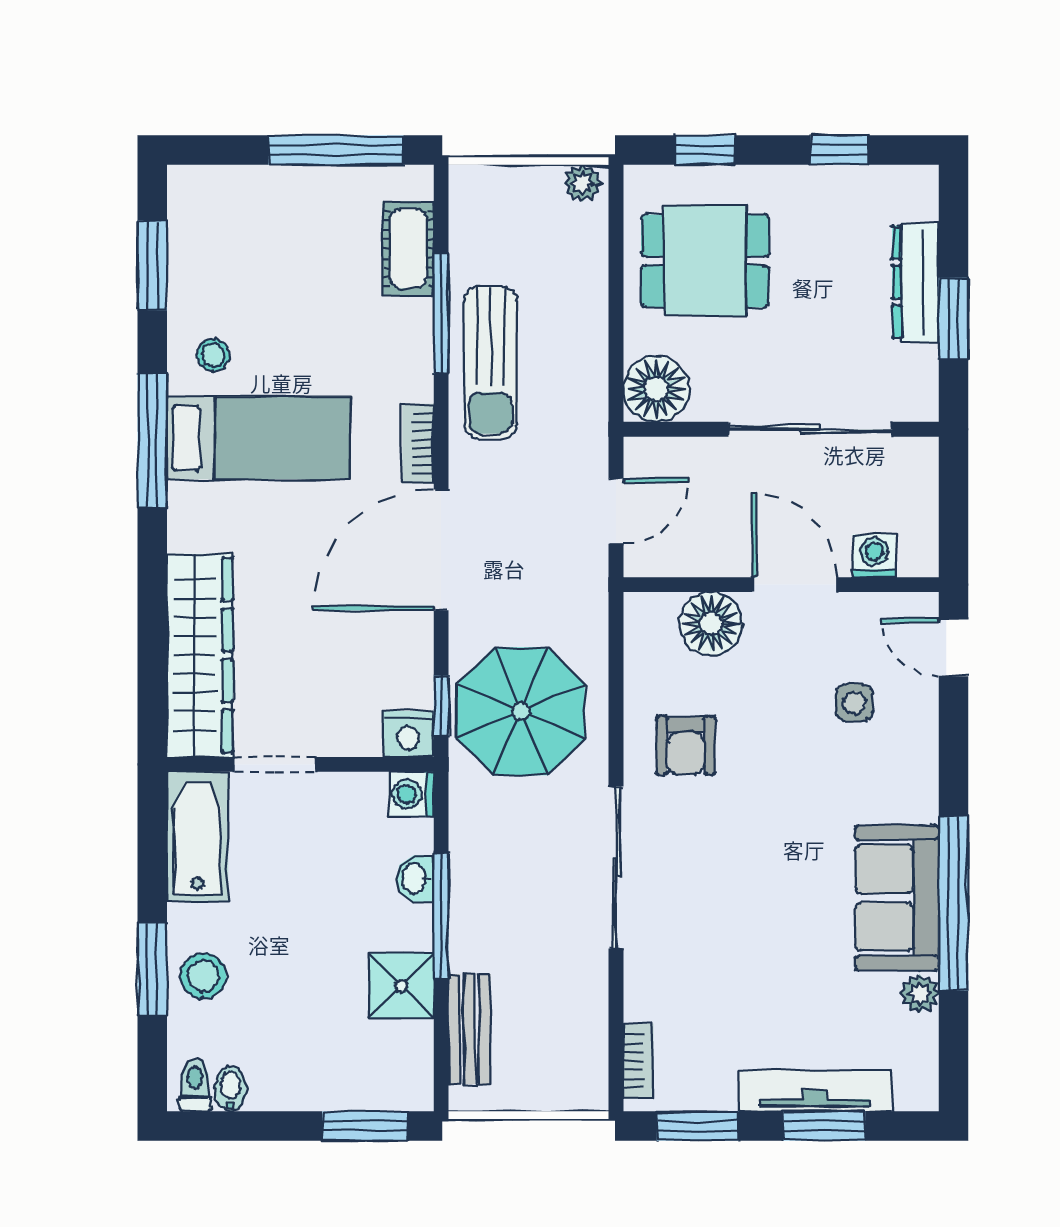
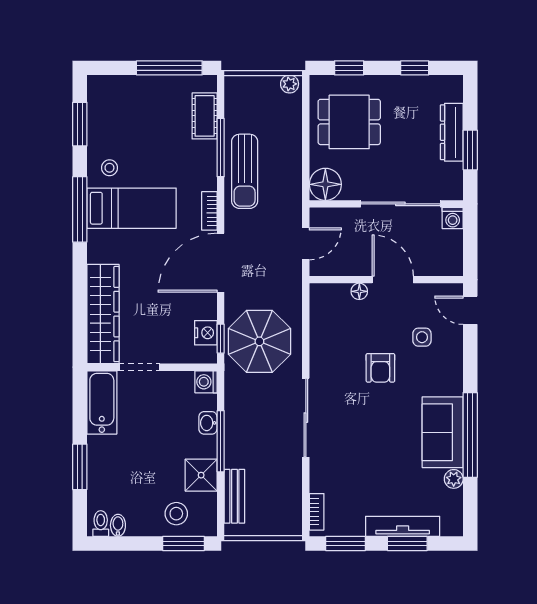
washing machine: (874, 556) -> (453, 218), moved, turned 180
floor lamp: (711, 624) -> (359, 291), width x0.53, depth x0.53
nightstand: (408, 734) -> (206, 333), moved, turned -90
armchair: (686, 745) -> (380, 368), moved
stool: (204, 976) -> (176, 514), moved

